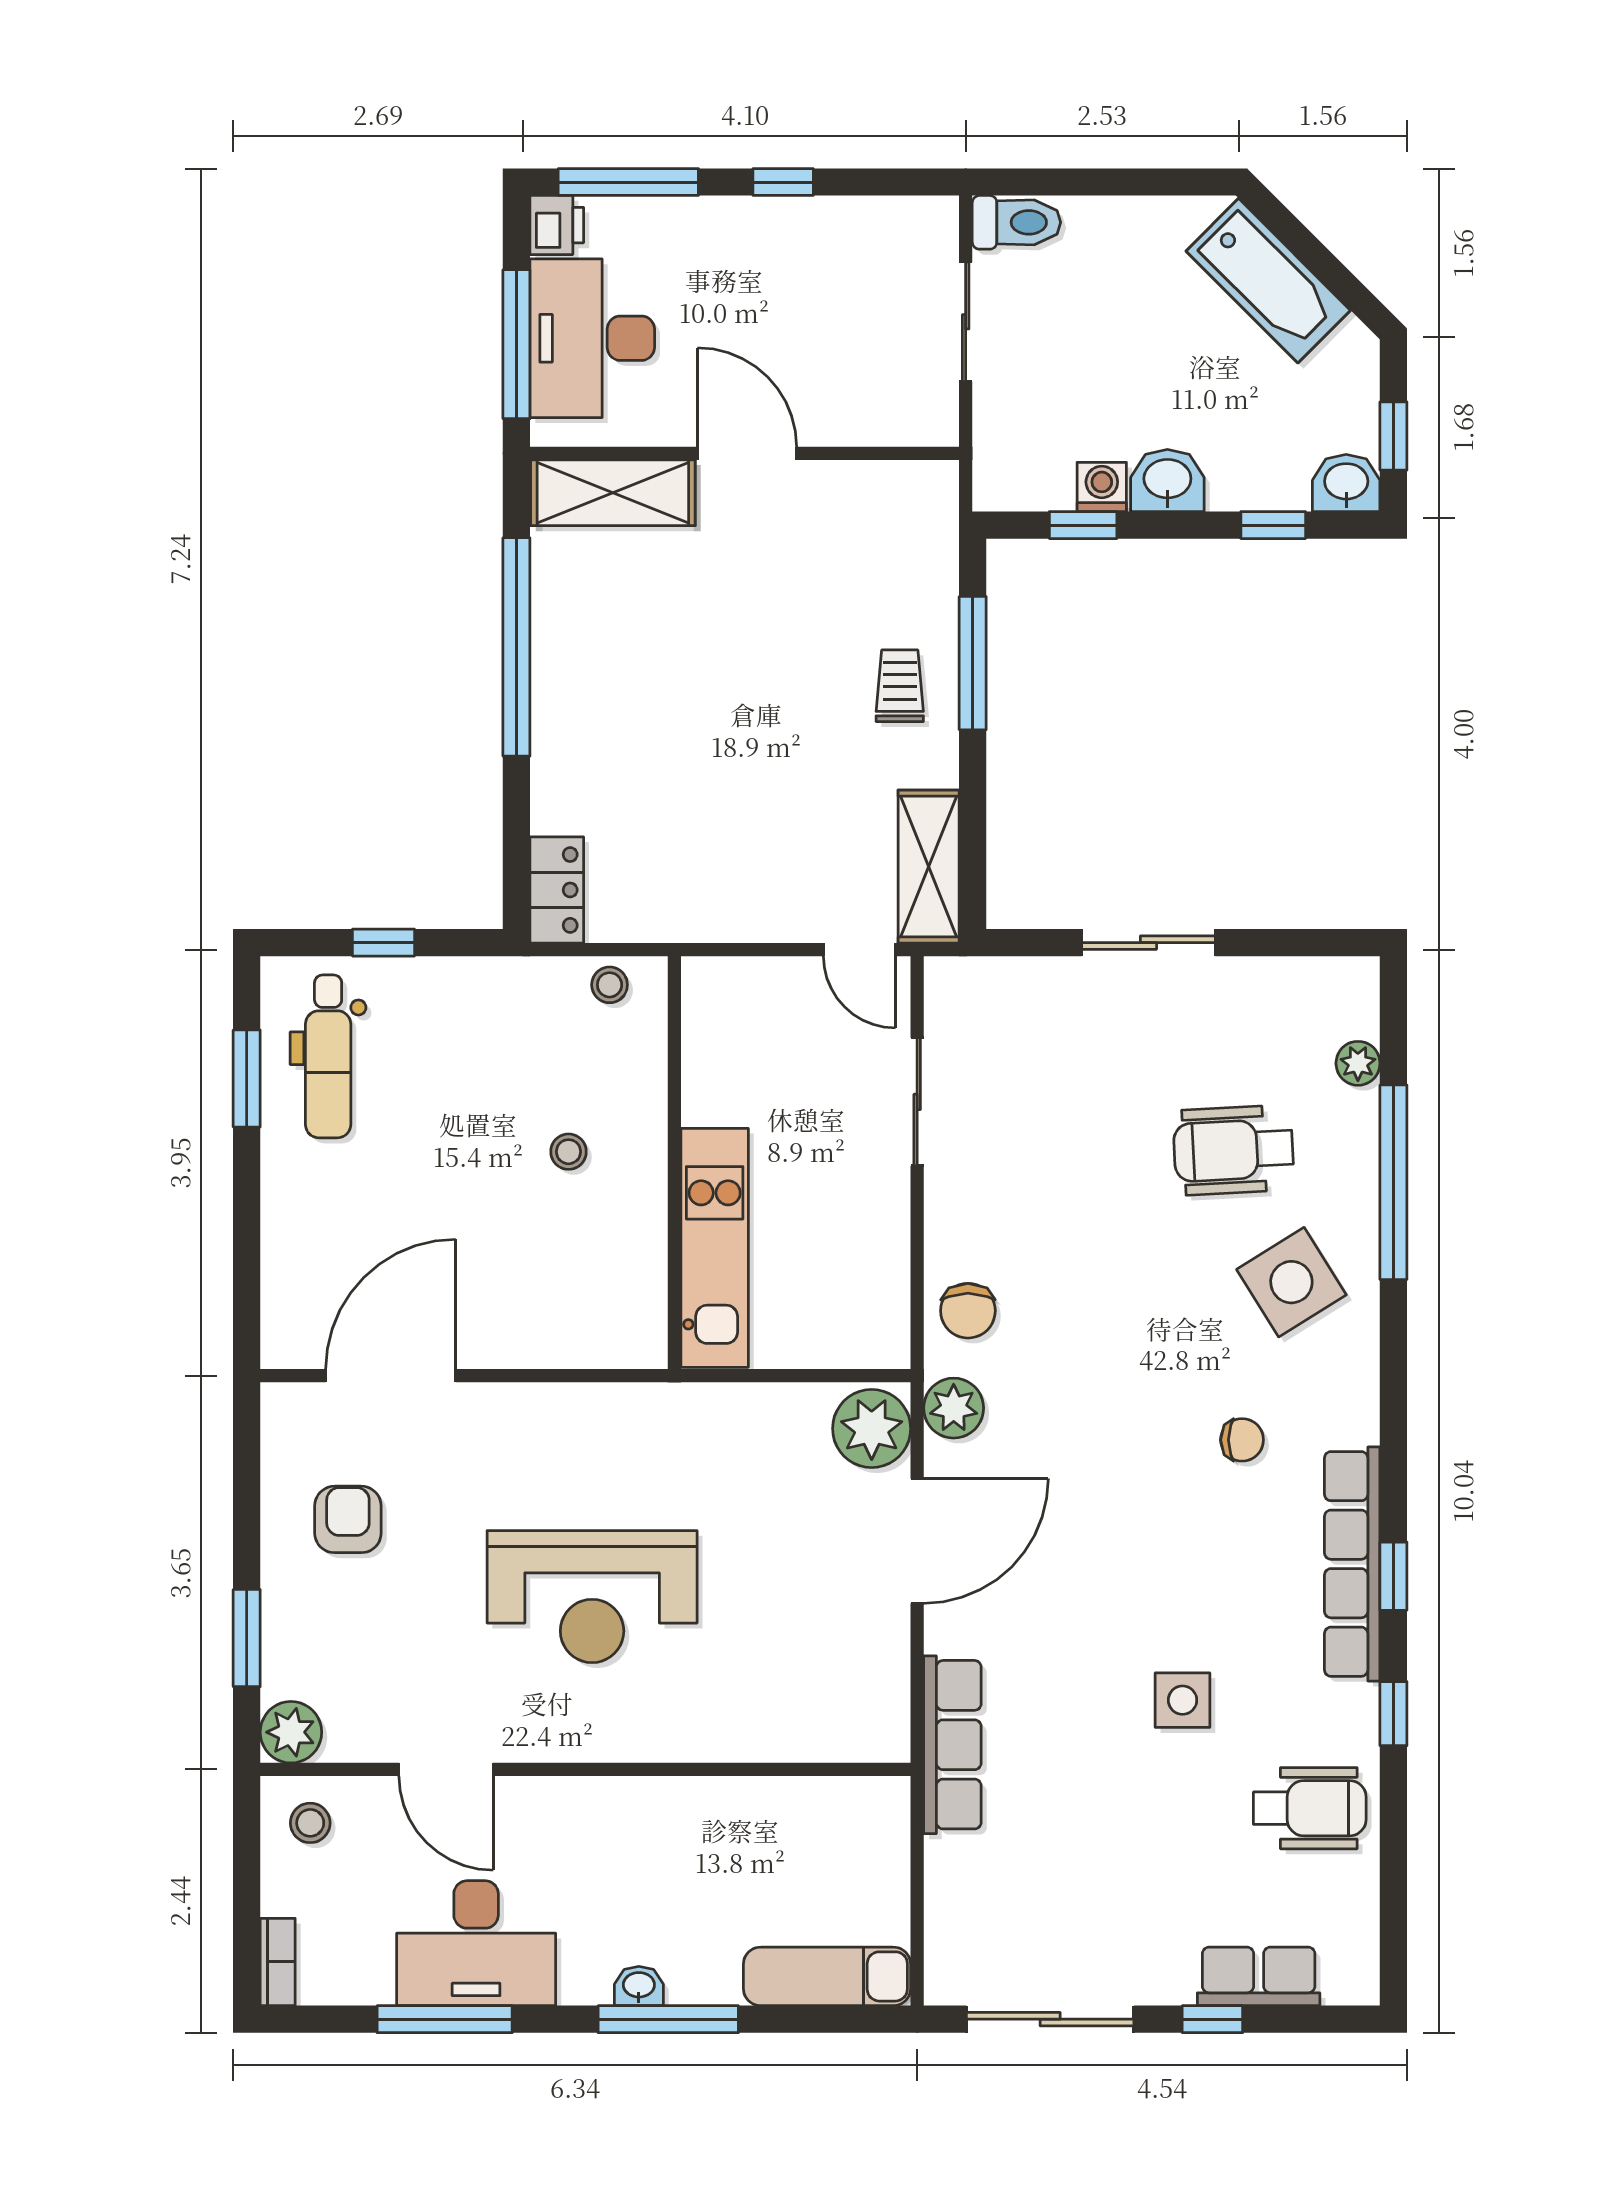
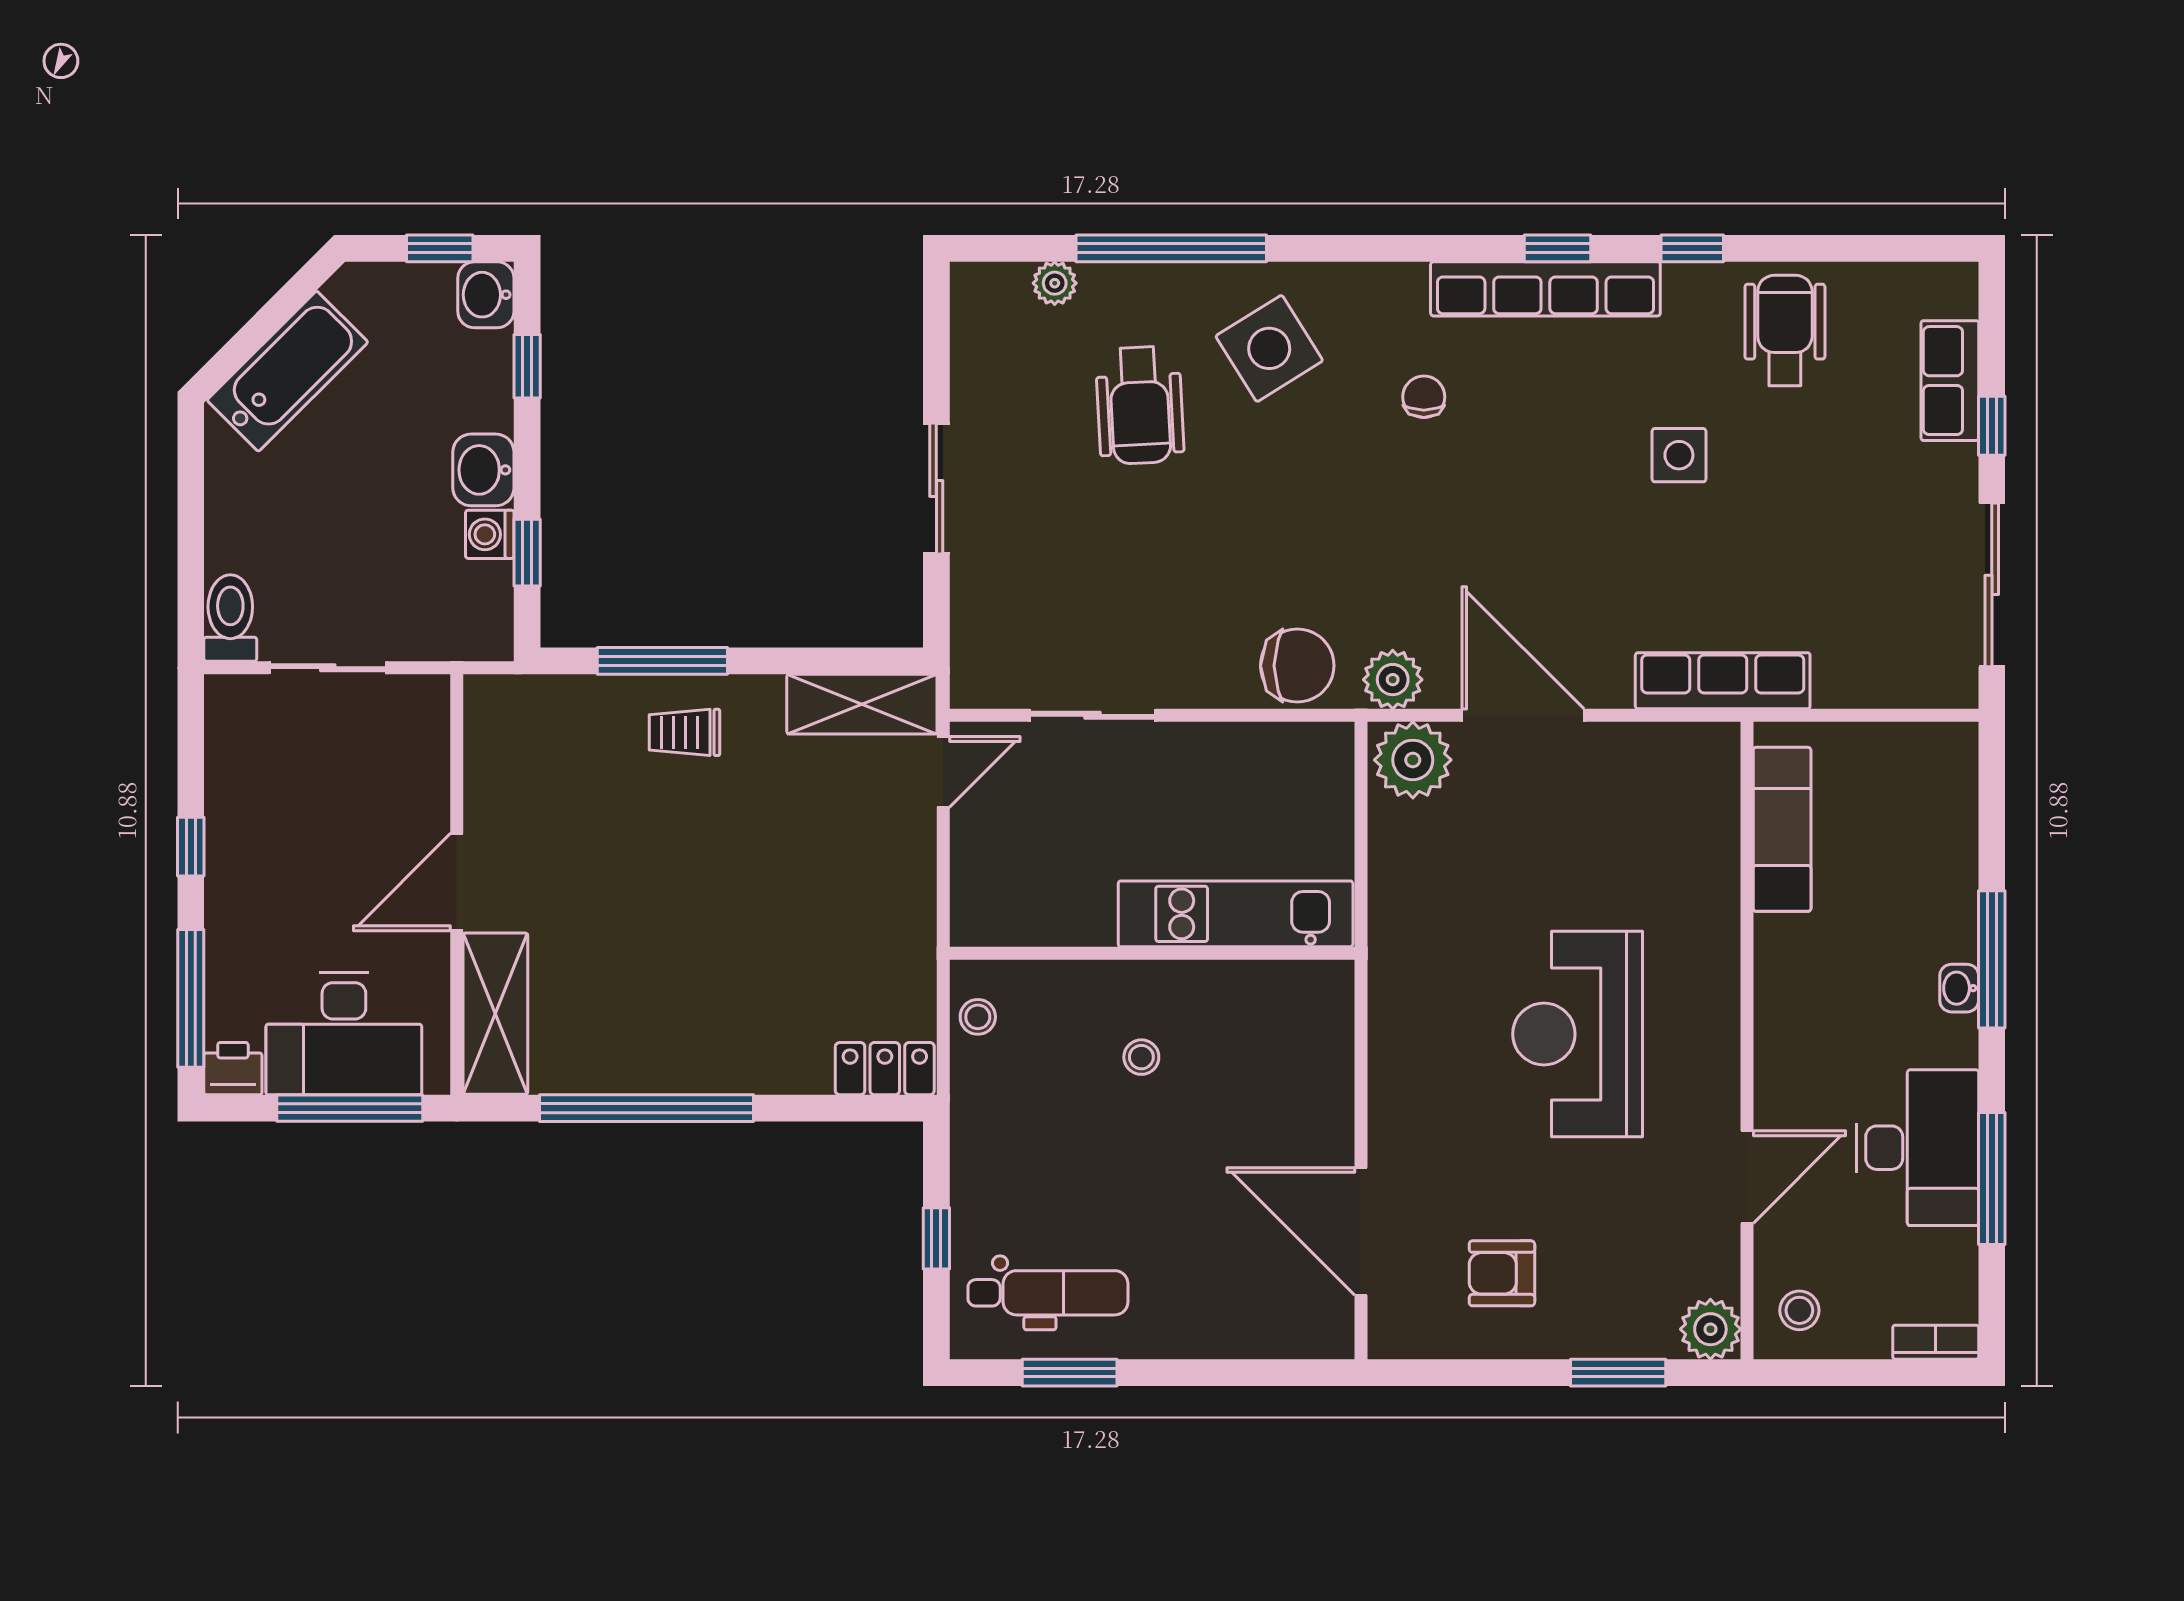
chair: (968, 1311) -> (1297, 666), width x1.37, depth x1.37
reception desk: (592, 1597) -> (1578, 1034), turned 180
exam couch: (827, 1976) -> (1782, 829), moved, turned 180

